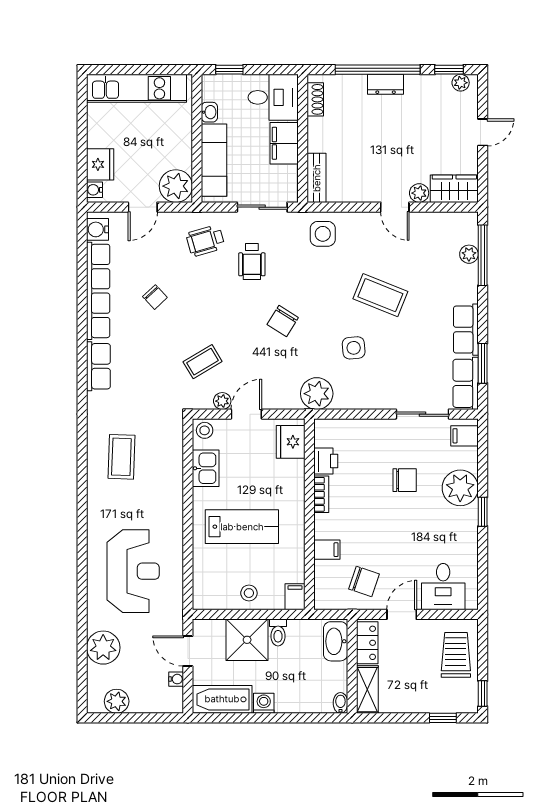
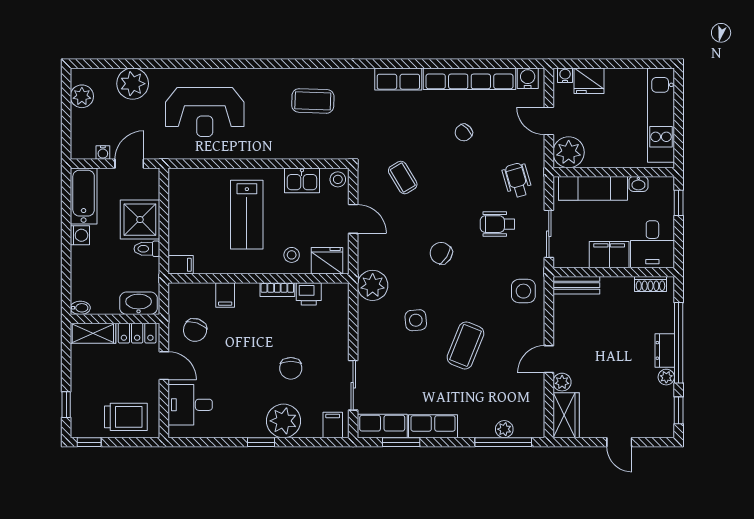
plant: (461, 83) -> (666, 377), moved
plant: (222, 401) -> (366, 196), removed
stool: (249, 593) -> (292, 255), moved

